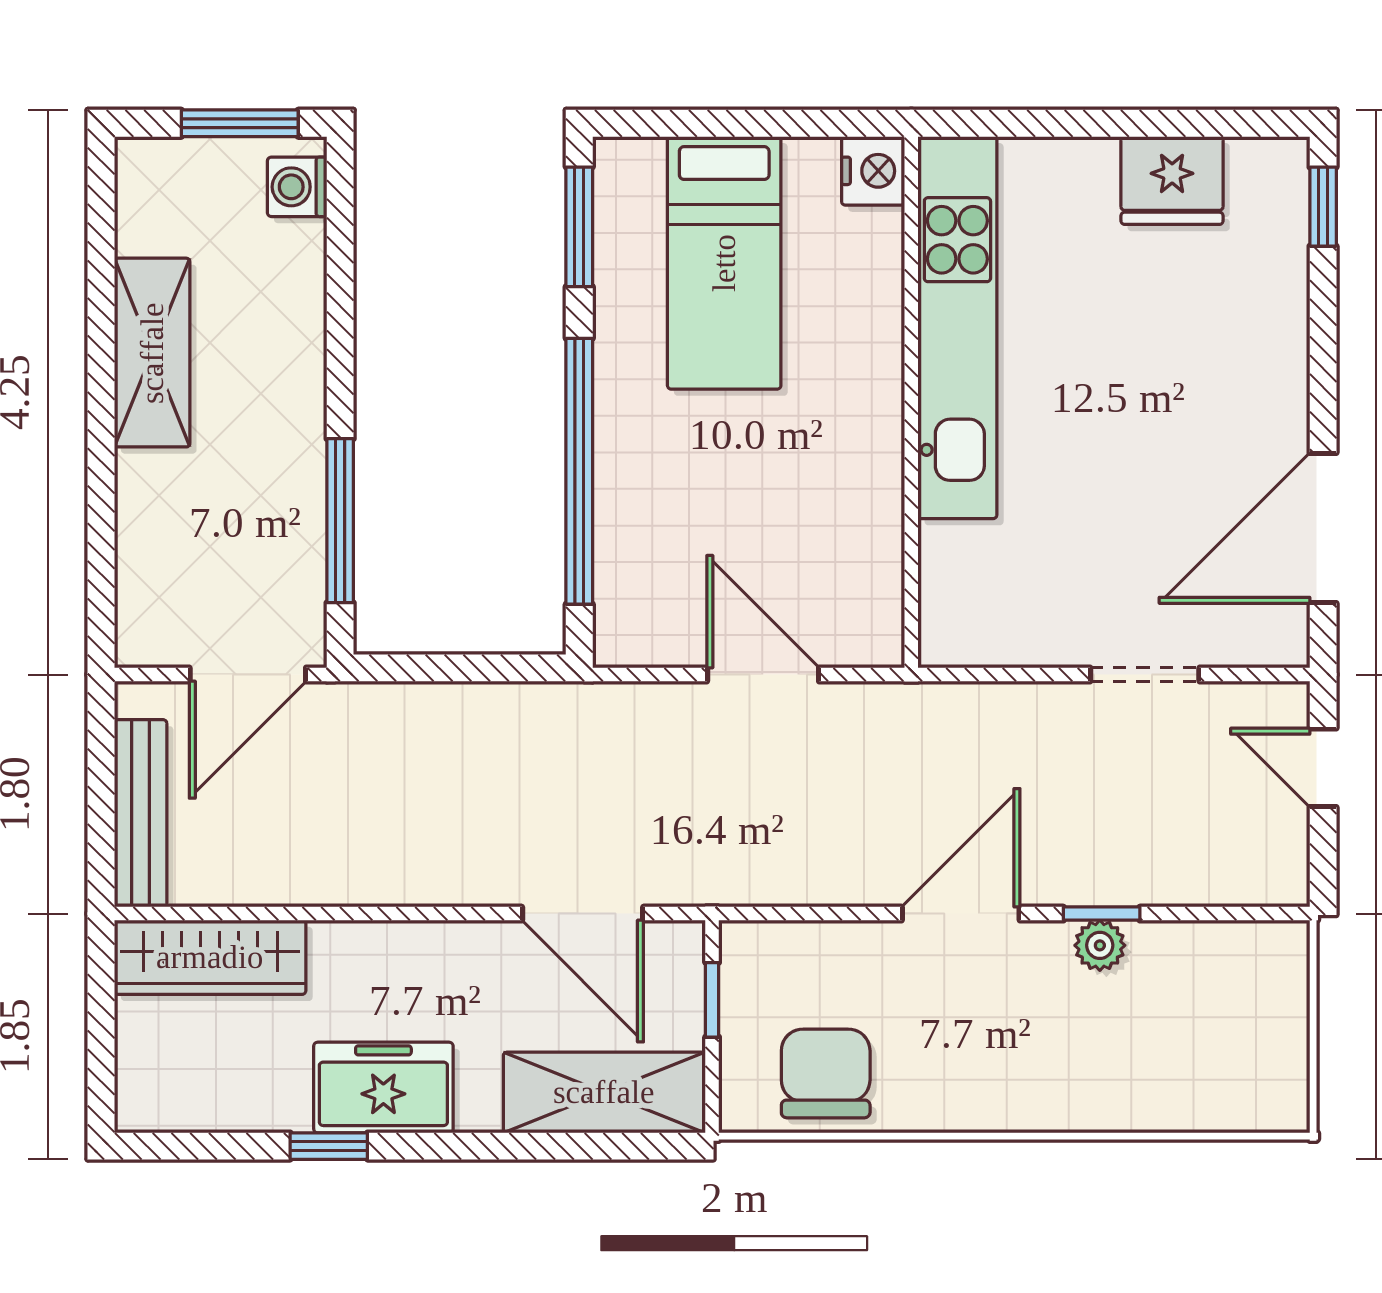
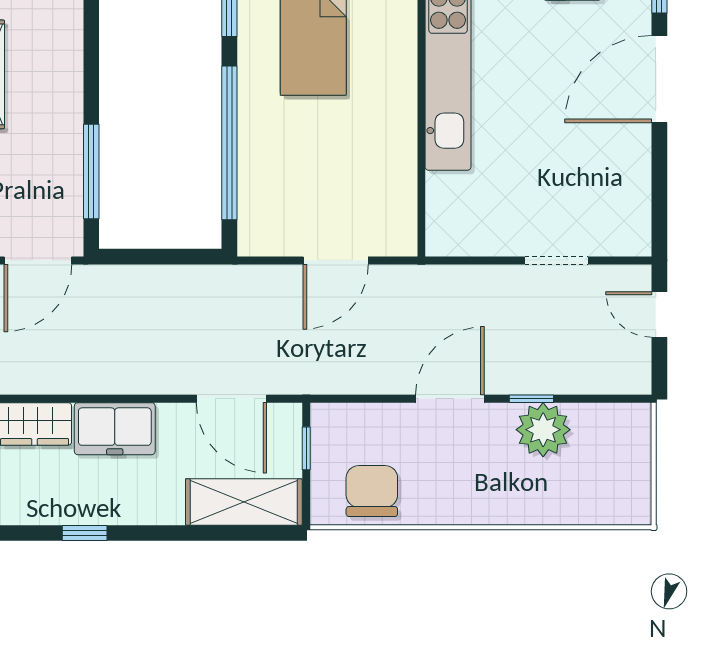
door: (1323, 528) -> (659, 79), moved
door: (763, 675) -> (336, 260), swing flipped
plant: (1100, 945) -> (543, 430), width x1.88, depth x1.88
freezer: (383, 1087) -> (115, 429), moved, turned 180

